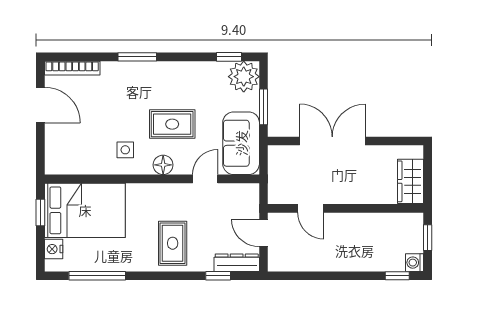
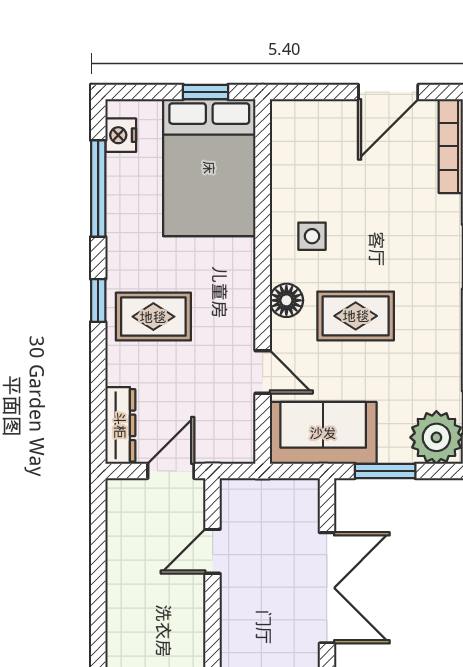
rug: (172, 124) -> (356, 316), turned 90
nightstand: (54, 249) -> (121, 135), moved, turned -90
window: (218, 276) -> (98, 300), moved

